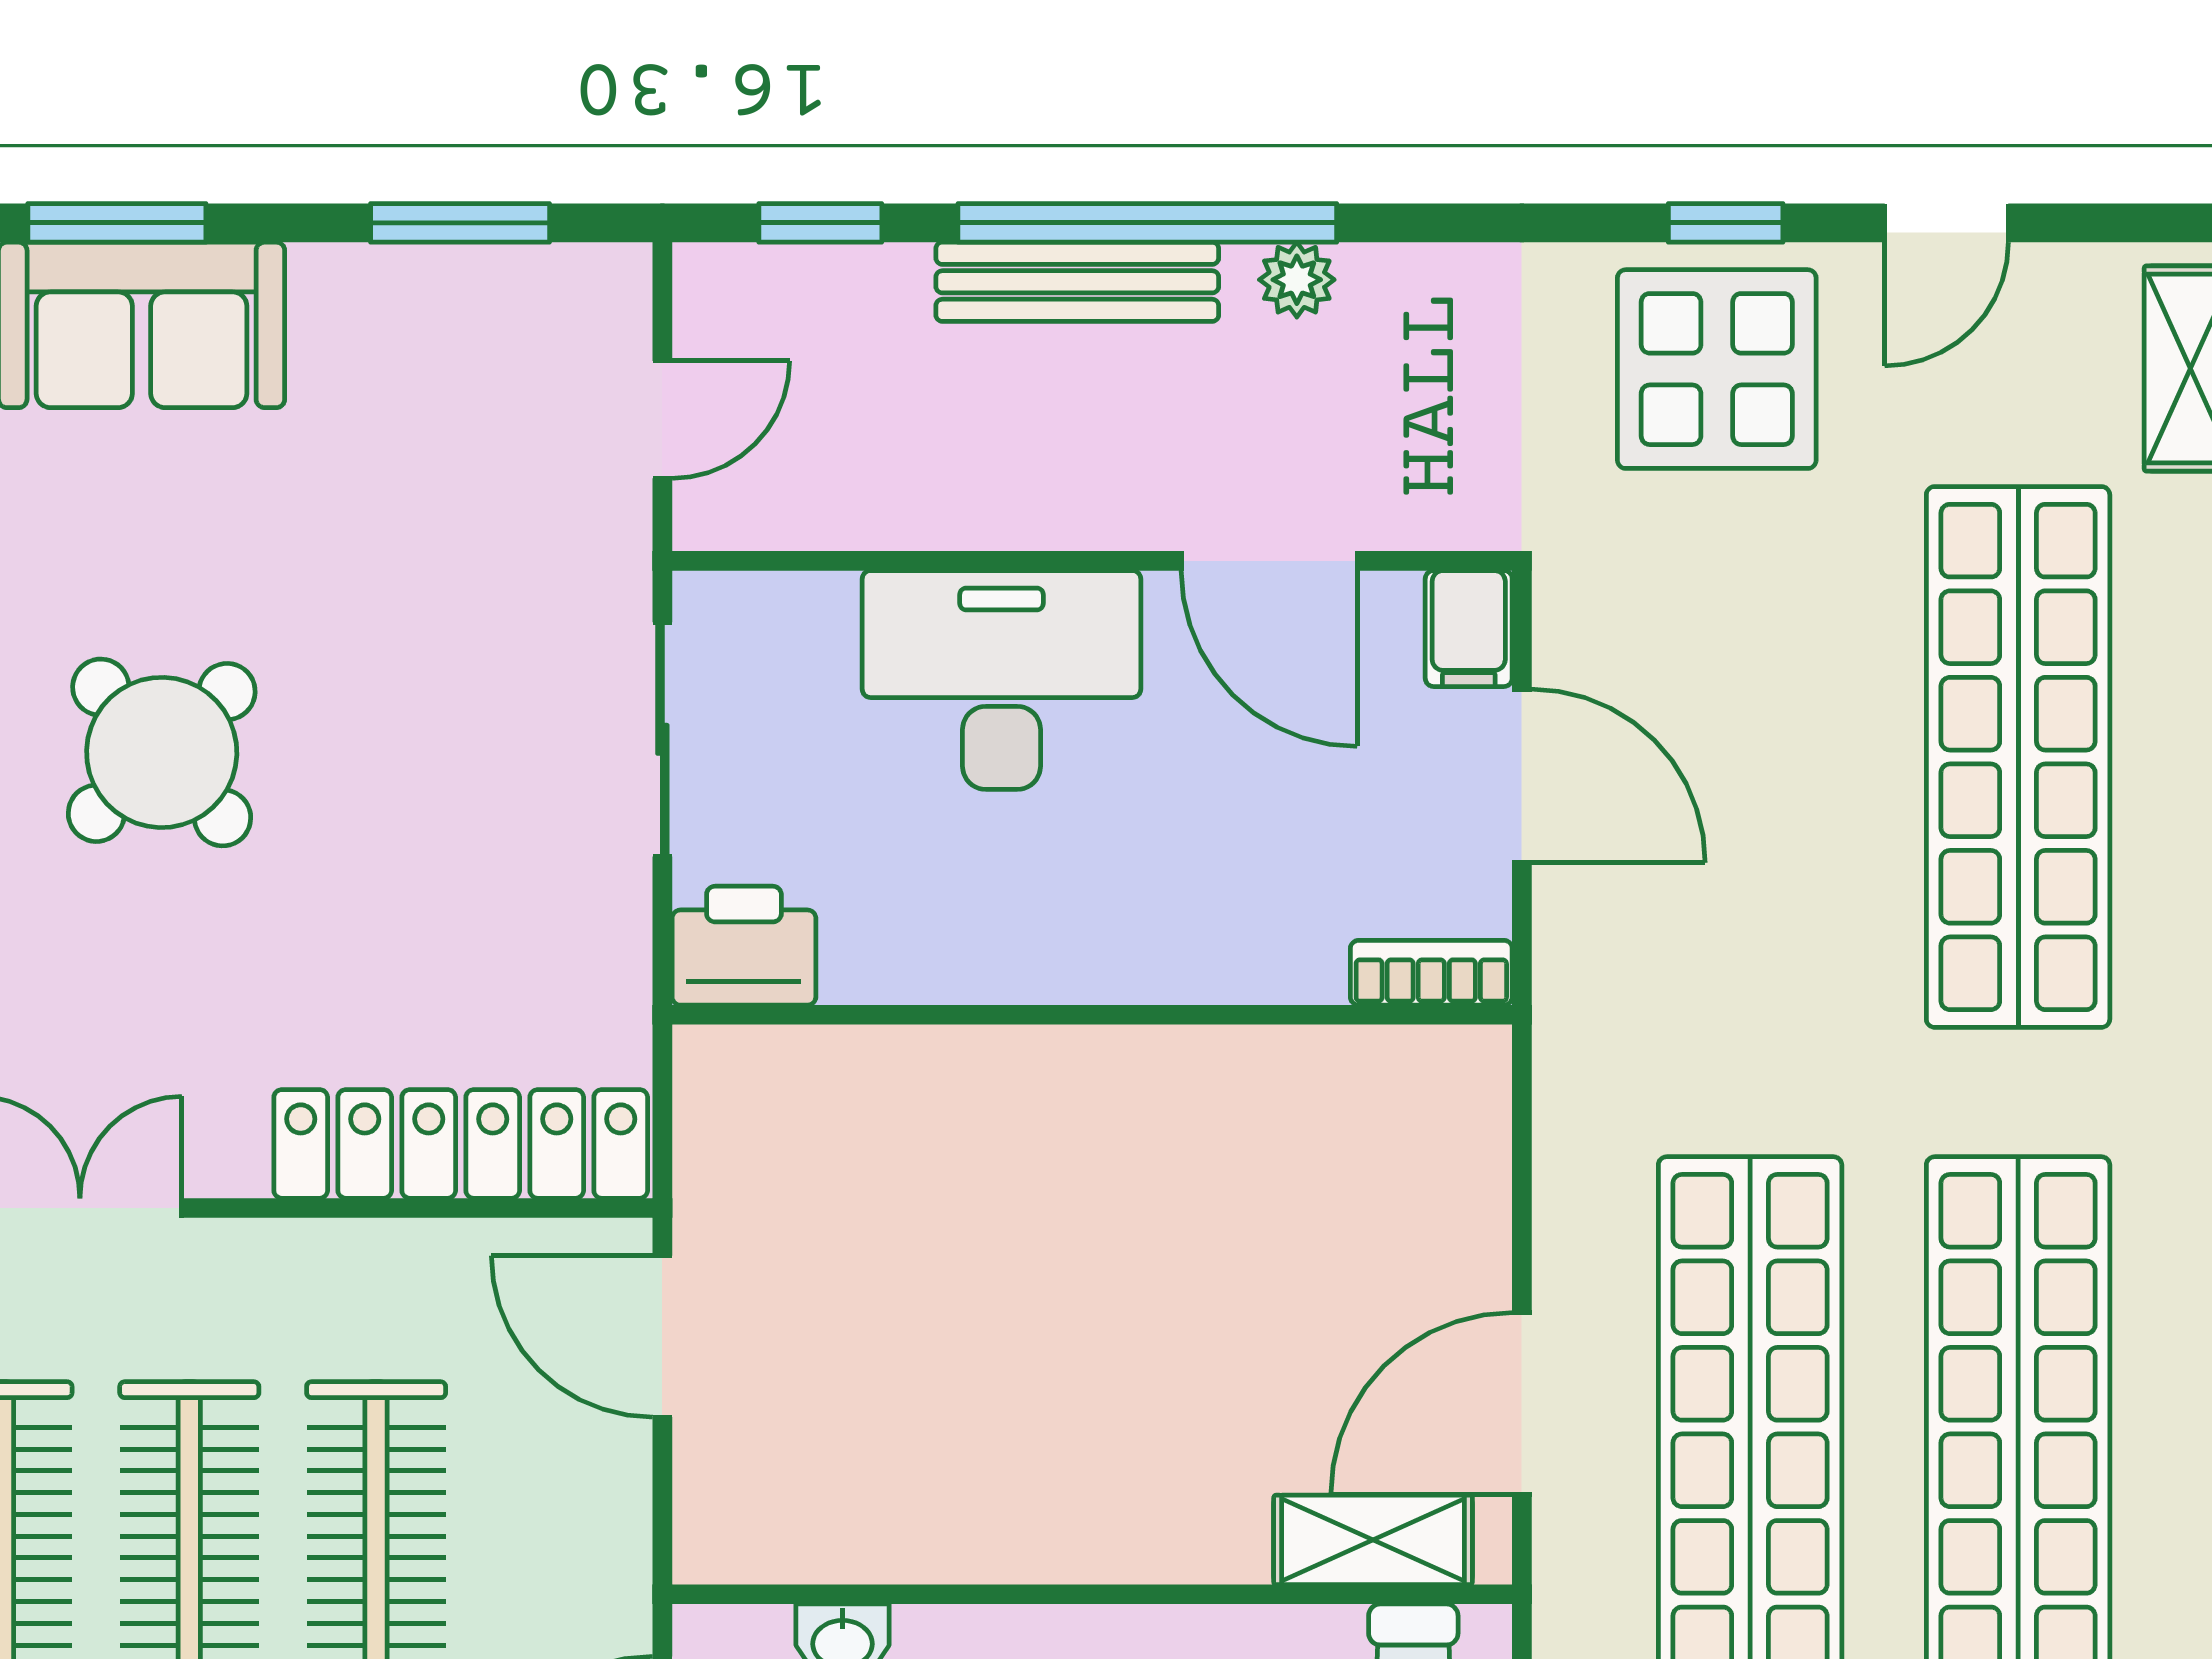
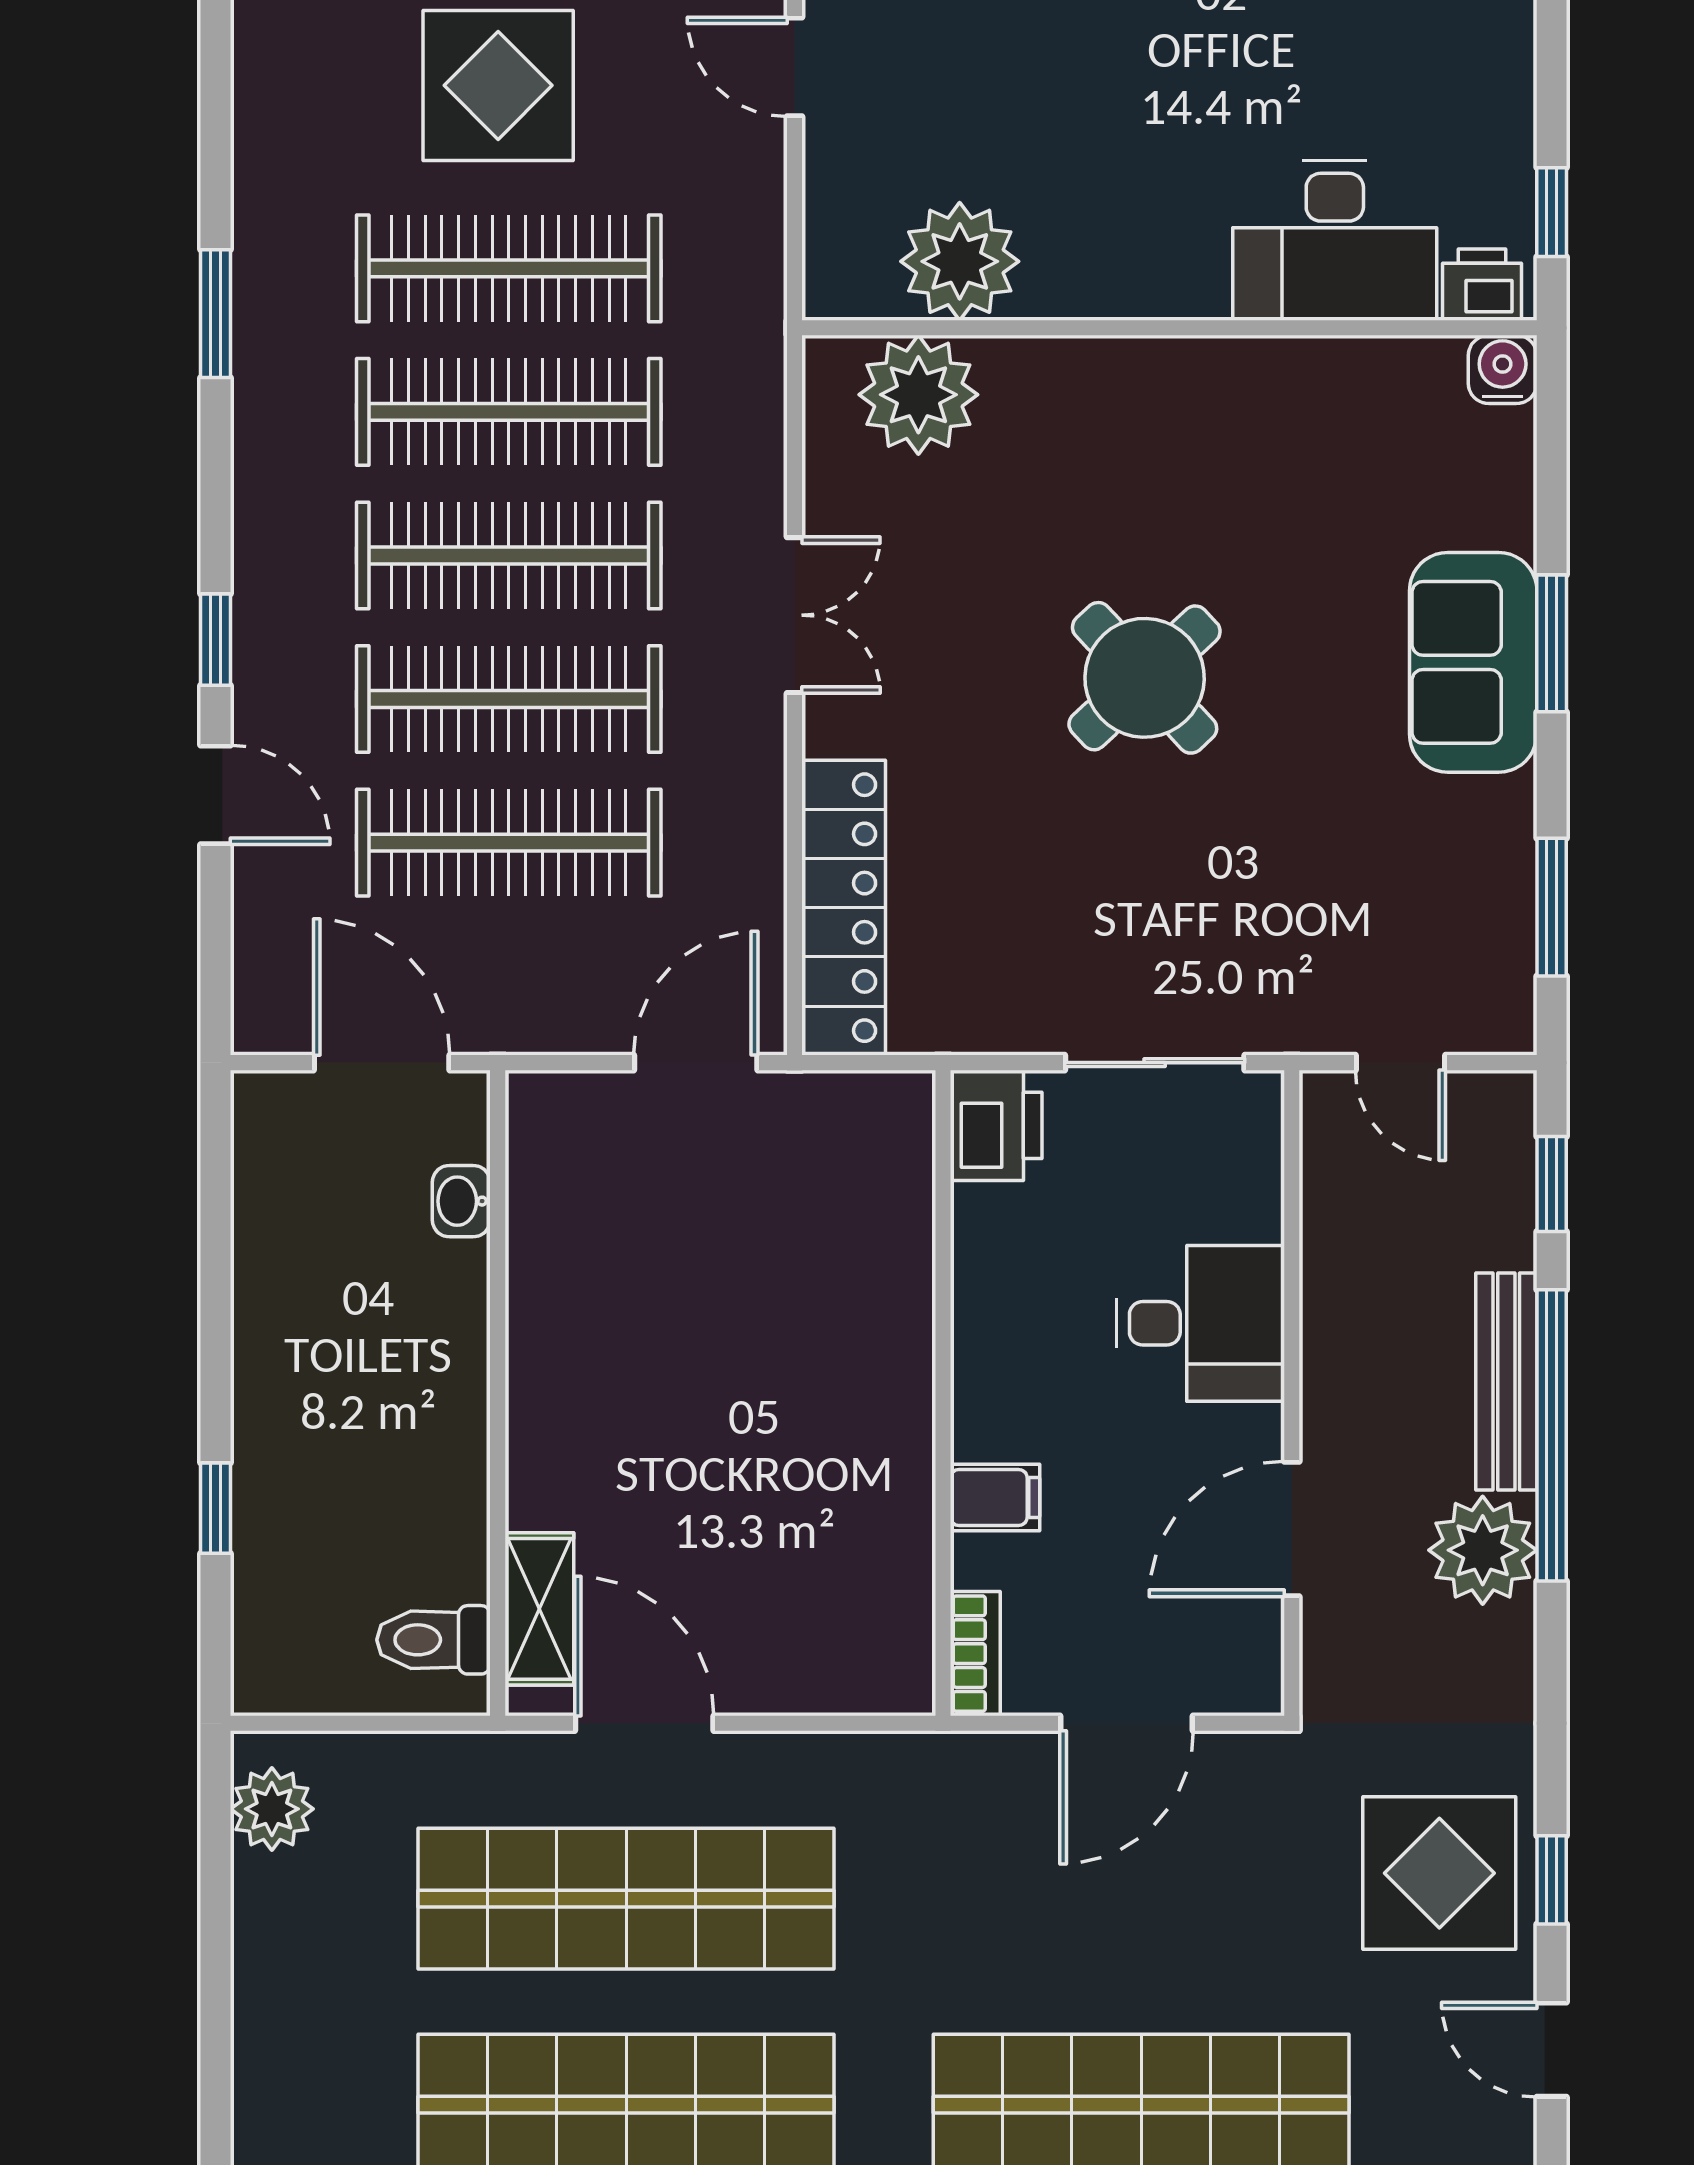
plant: (1297, 280) -> (1483, 1550), width x1.87, depth x1.87
filing cabinet: (1469, 629) -> (995, 1497), moved, turned 180
desk: (1001, 680) -> (1200, 1323), width x0.73

